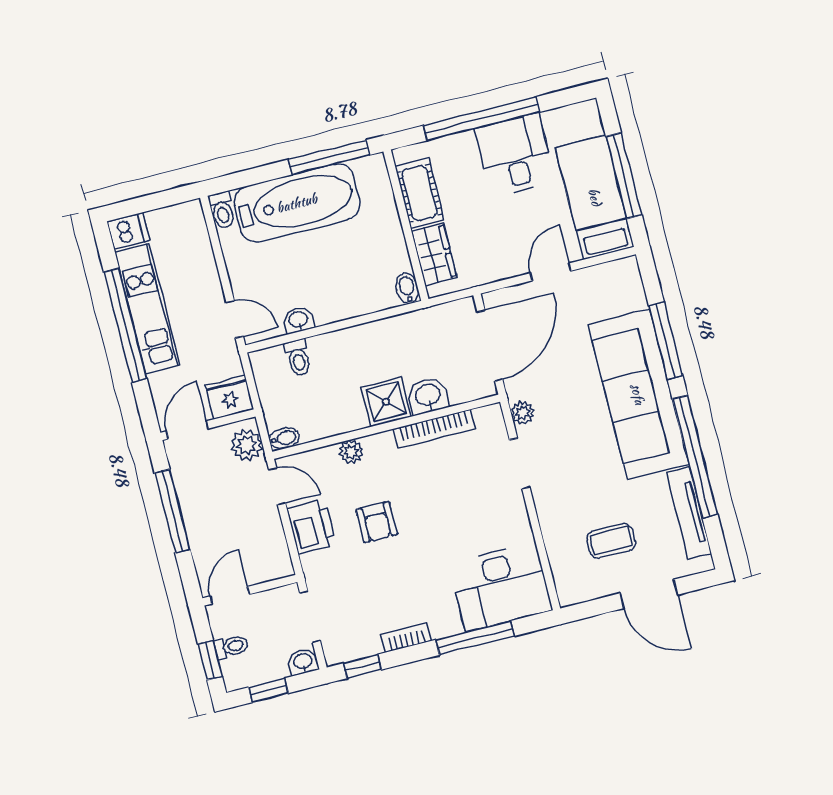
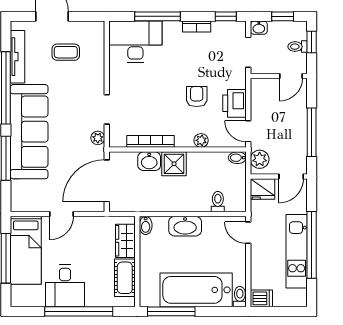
dishwasher: (129, 231) -> (261, 298), moved, turned 180
washbasin: (298, 320) -> (185, 226), moved, width x1.91, depth x1.45

